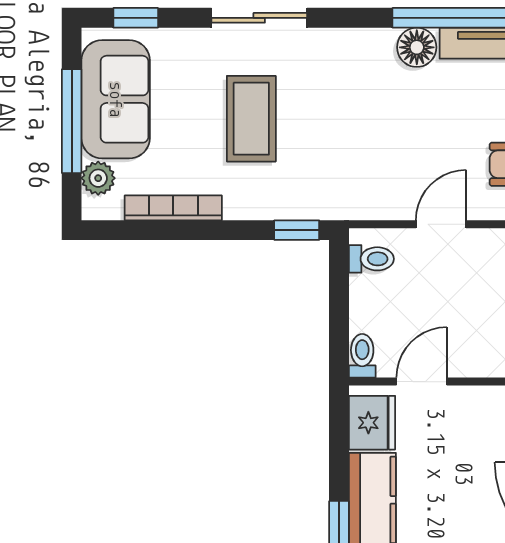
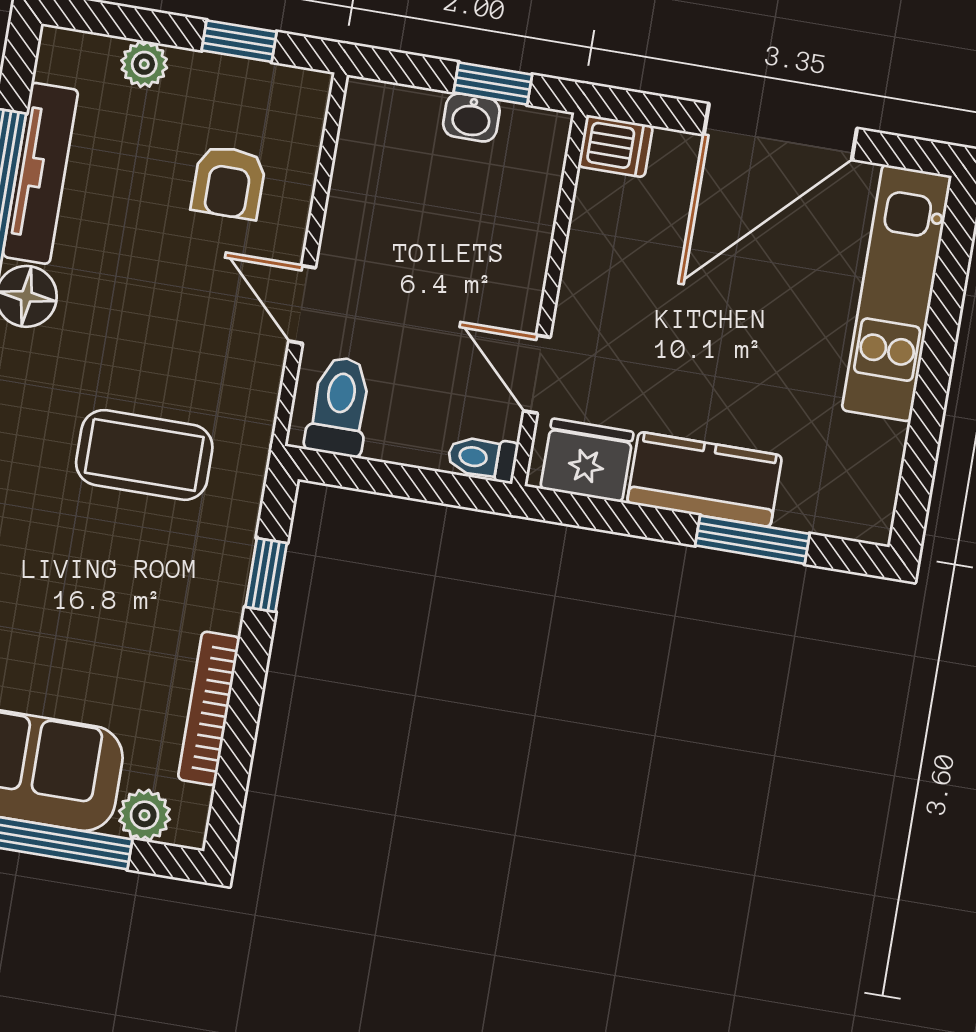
coffee table: (251, 119) -> (144, 455), moved
window: (297, 230) -> (266, 575), moved
toilet: (371, 259) -> (339, 406), width x1.37, depth x1.39

